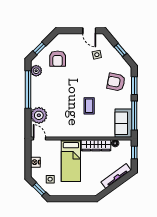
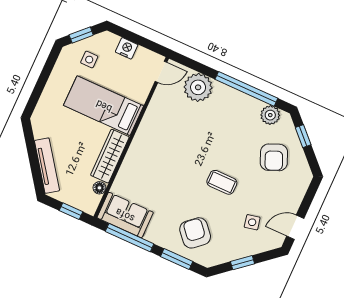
armchair: (58, 59) -> (274, 157), turned -113
armchair: (116, 82) -> (195, 233), turned -52
coffee table: (89, 106) -> (222, 182), moved

